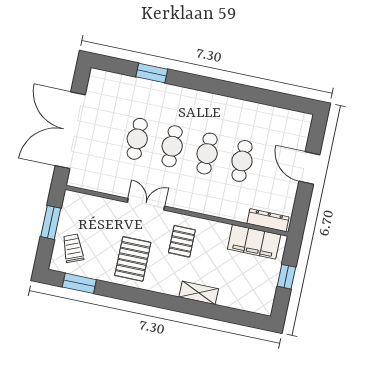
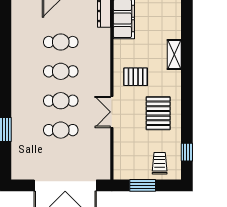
trolley: (73, 248) -> (160, 163), turned 112
pallet: (133, 259) -> (158, 113), turned 90
window: (79, 283) -> (187, 152), width x0.67

